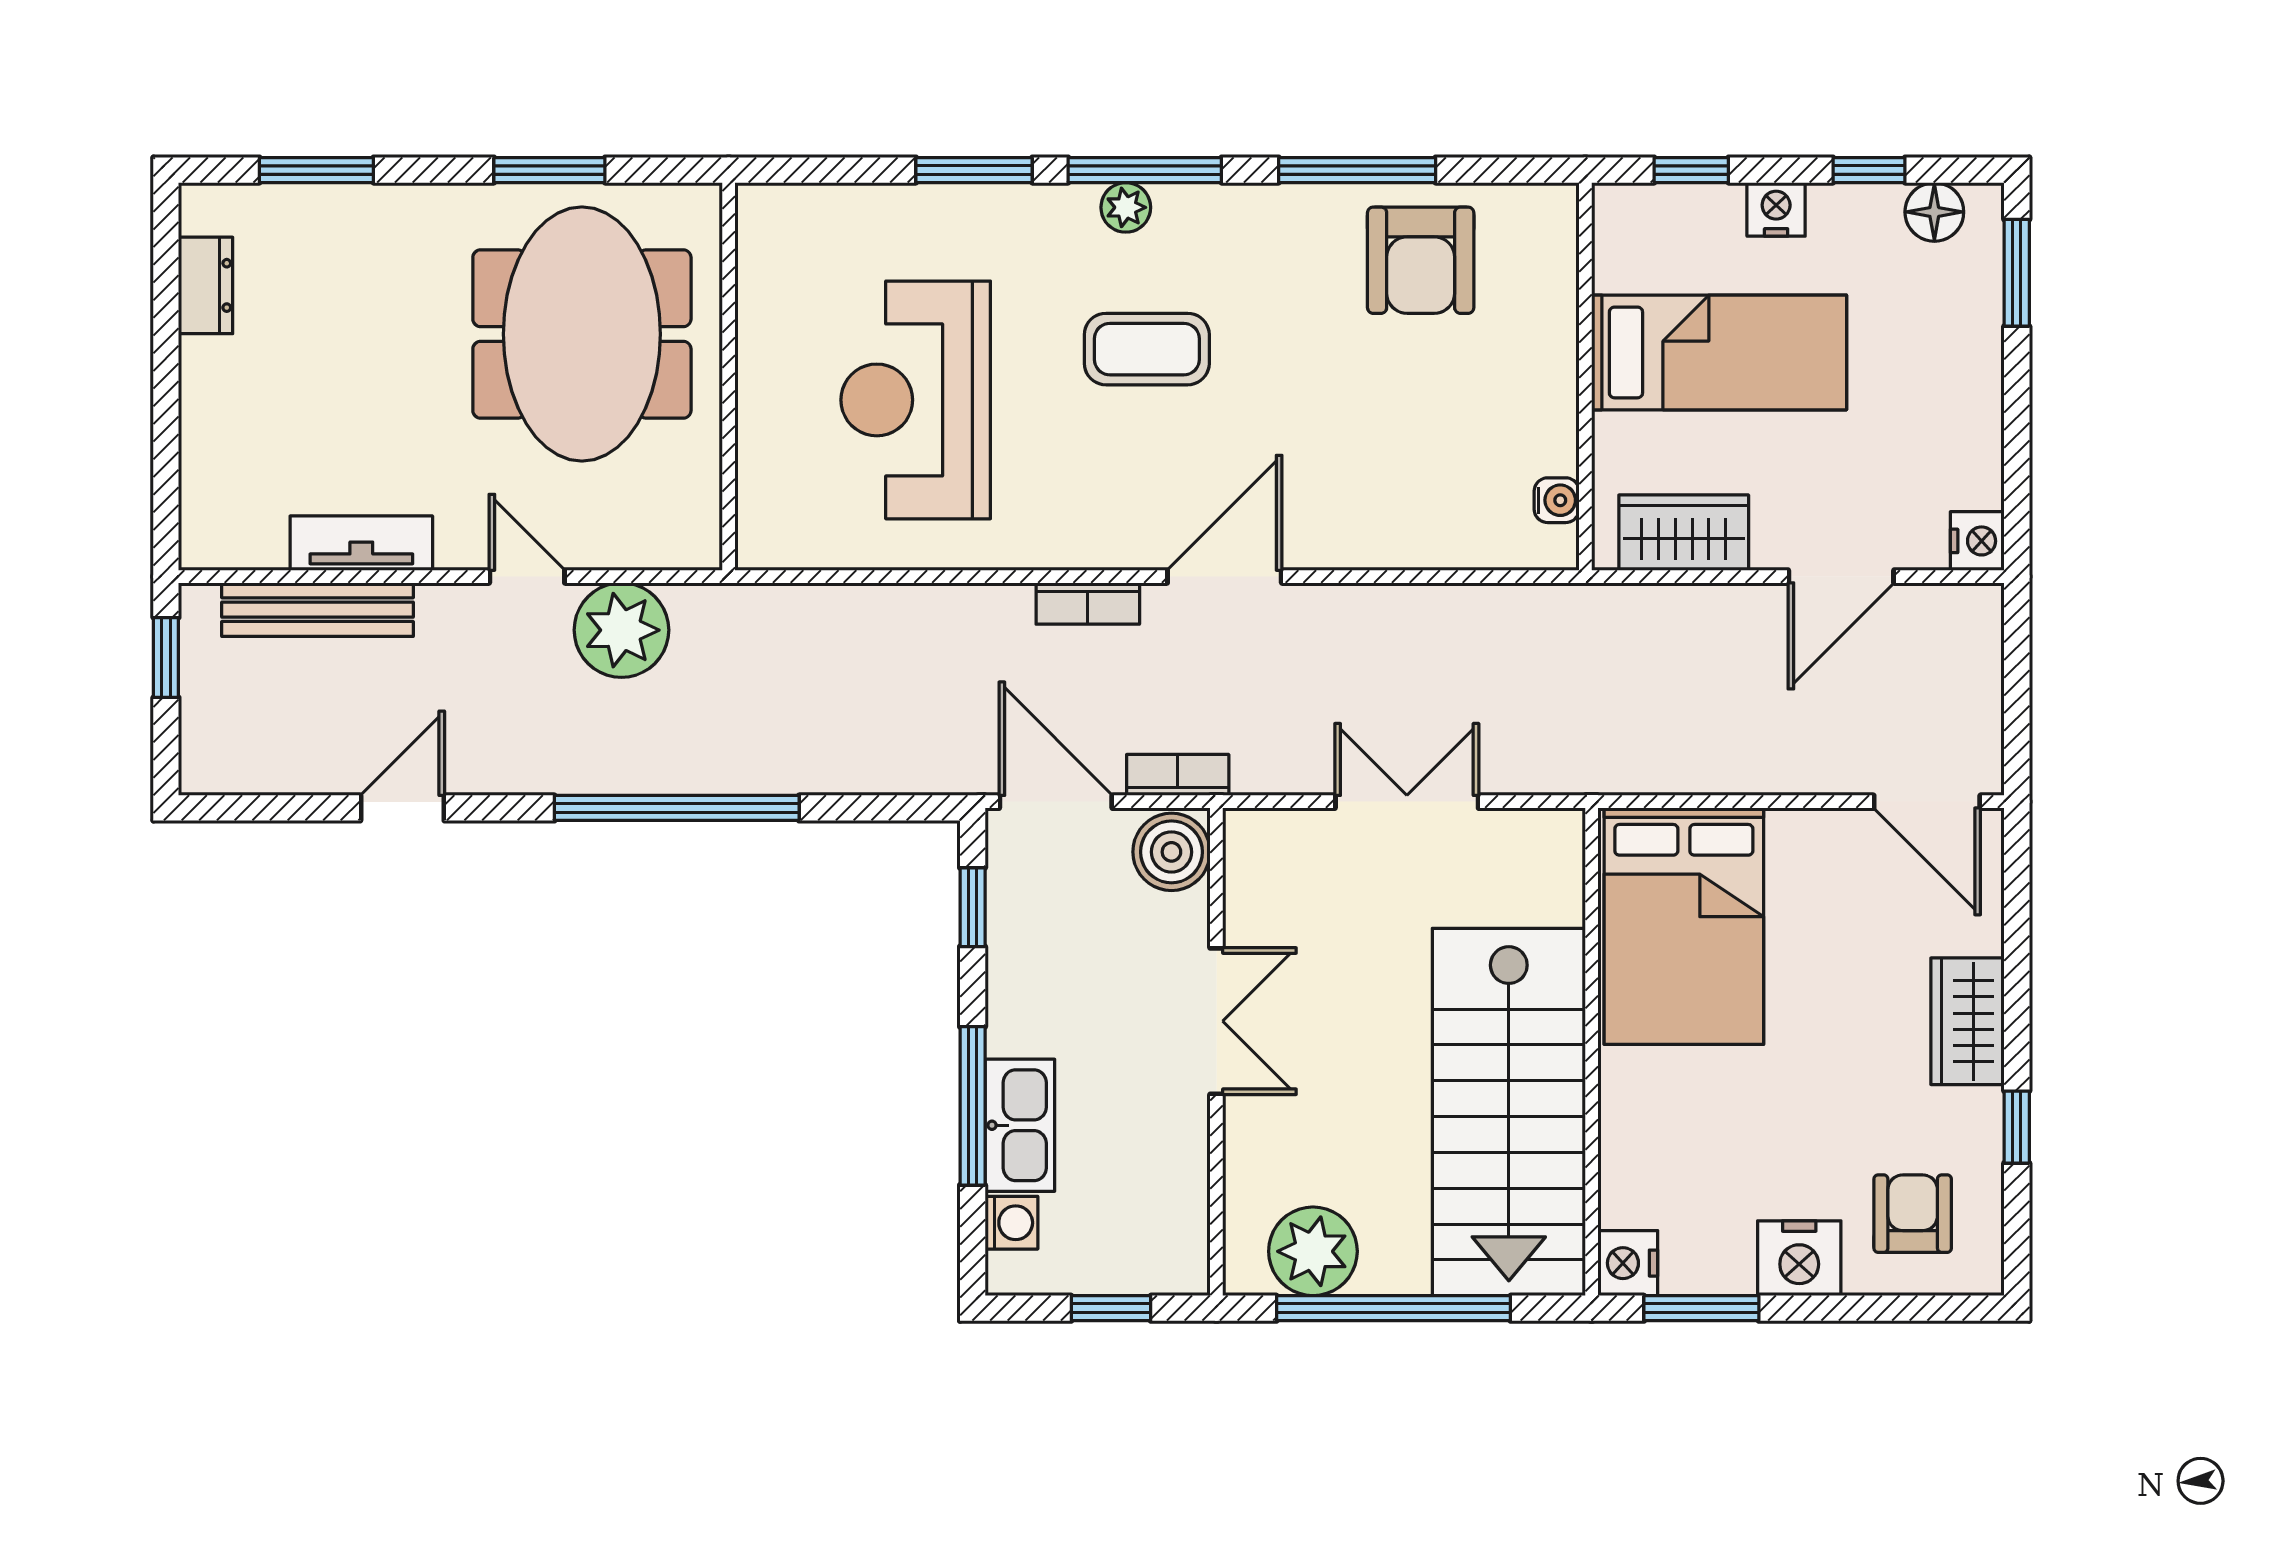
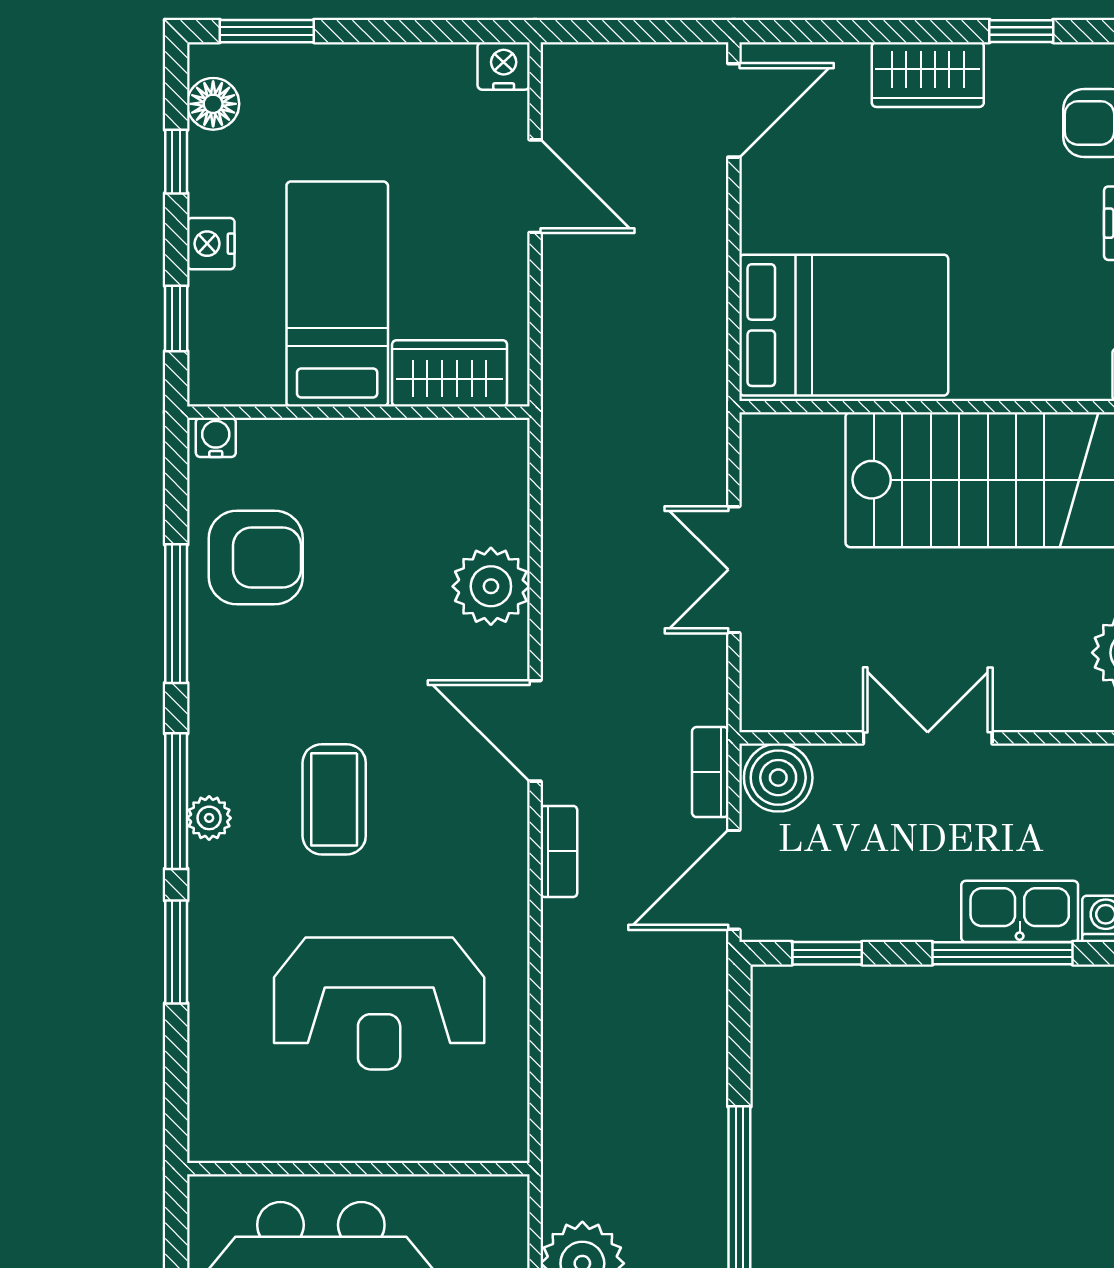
water cooler: (1557, 500) -> (216, 437), moved
plant: (1388, 527) -> (491, 586), added
wardrobe: (1684, 533) -> (450, 373), moved, turned 90

